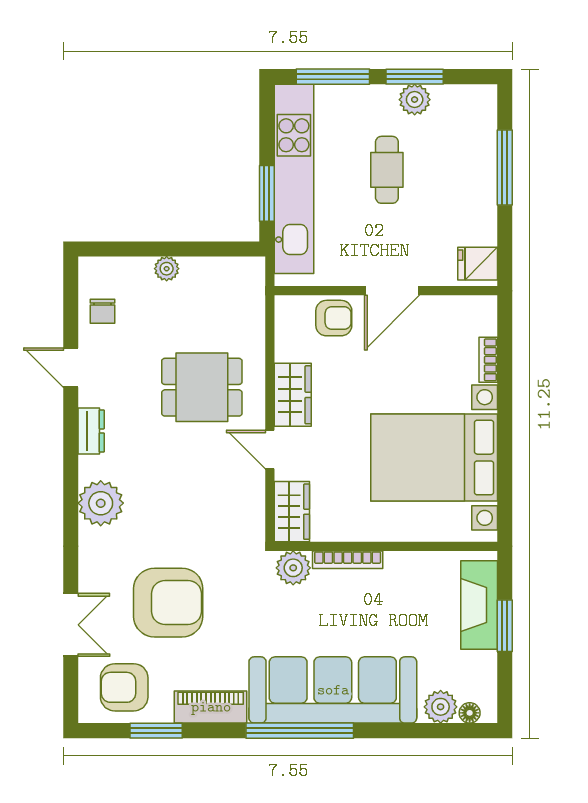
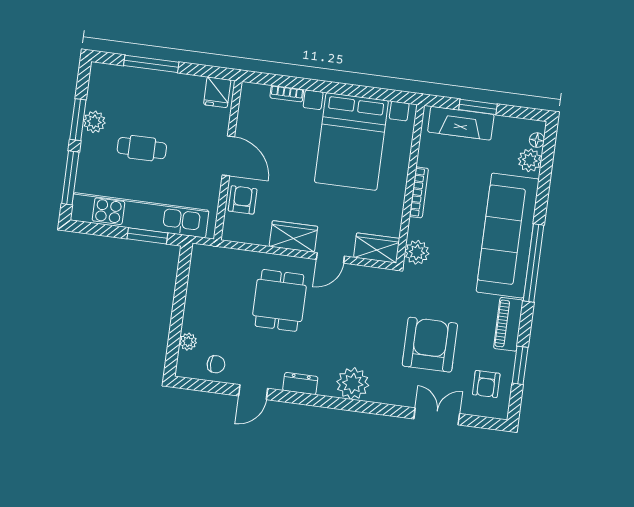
plant: (167, 269) -> (188, 342), moved
bookcase: (348, 560) -> (419, 192), moved
armchair: (124, 687) -> (486, 384), width x0.72, depth x0.72

